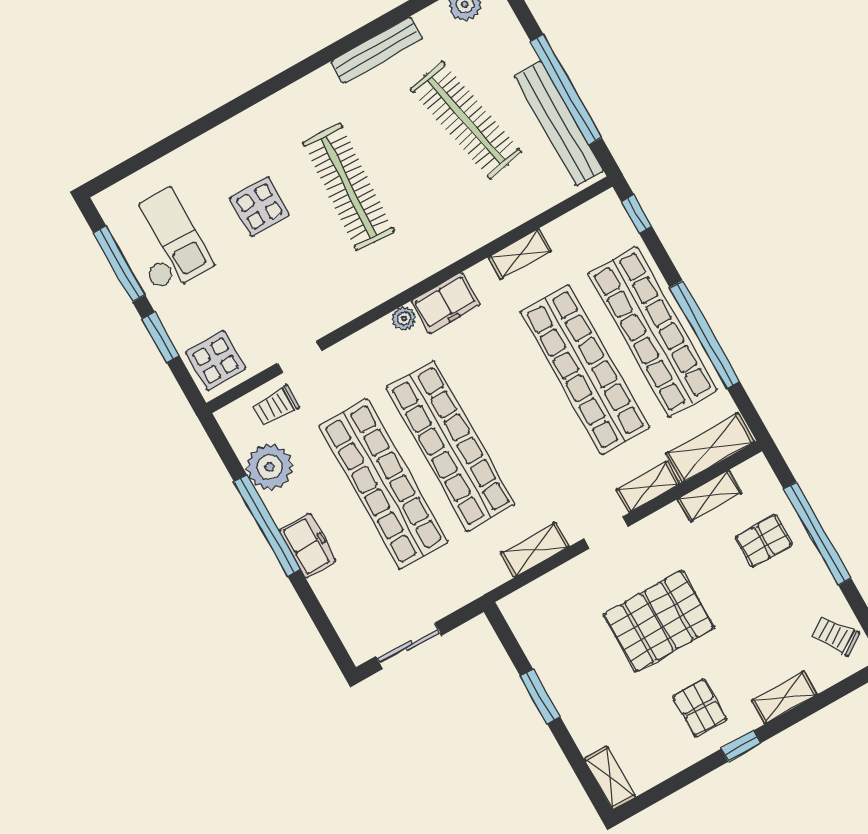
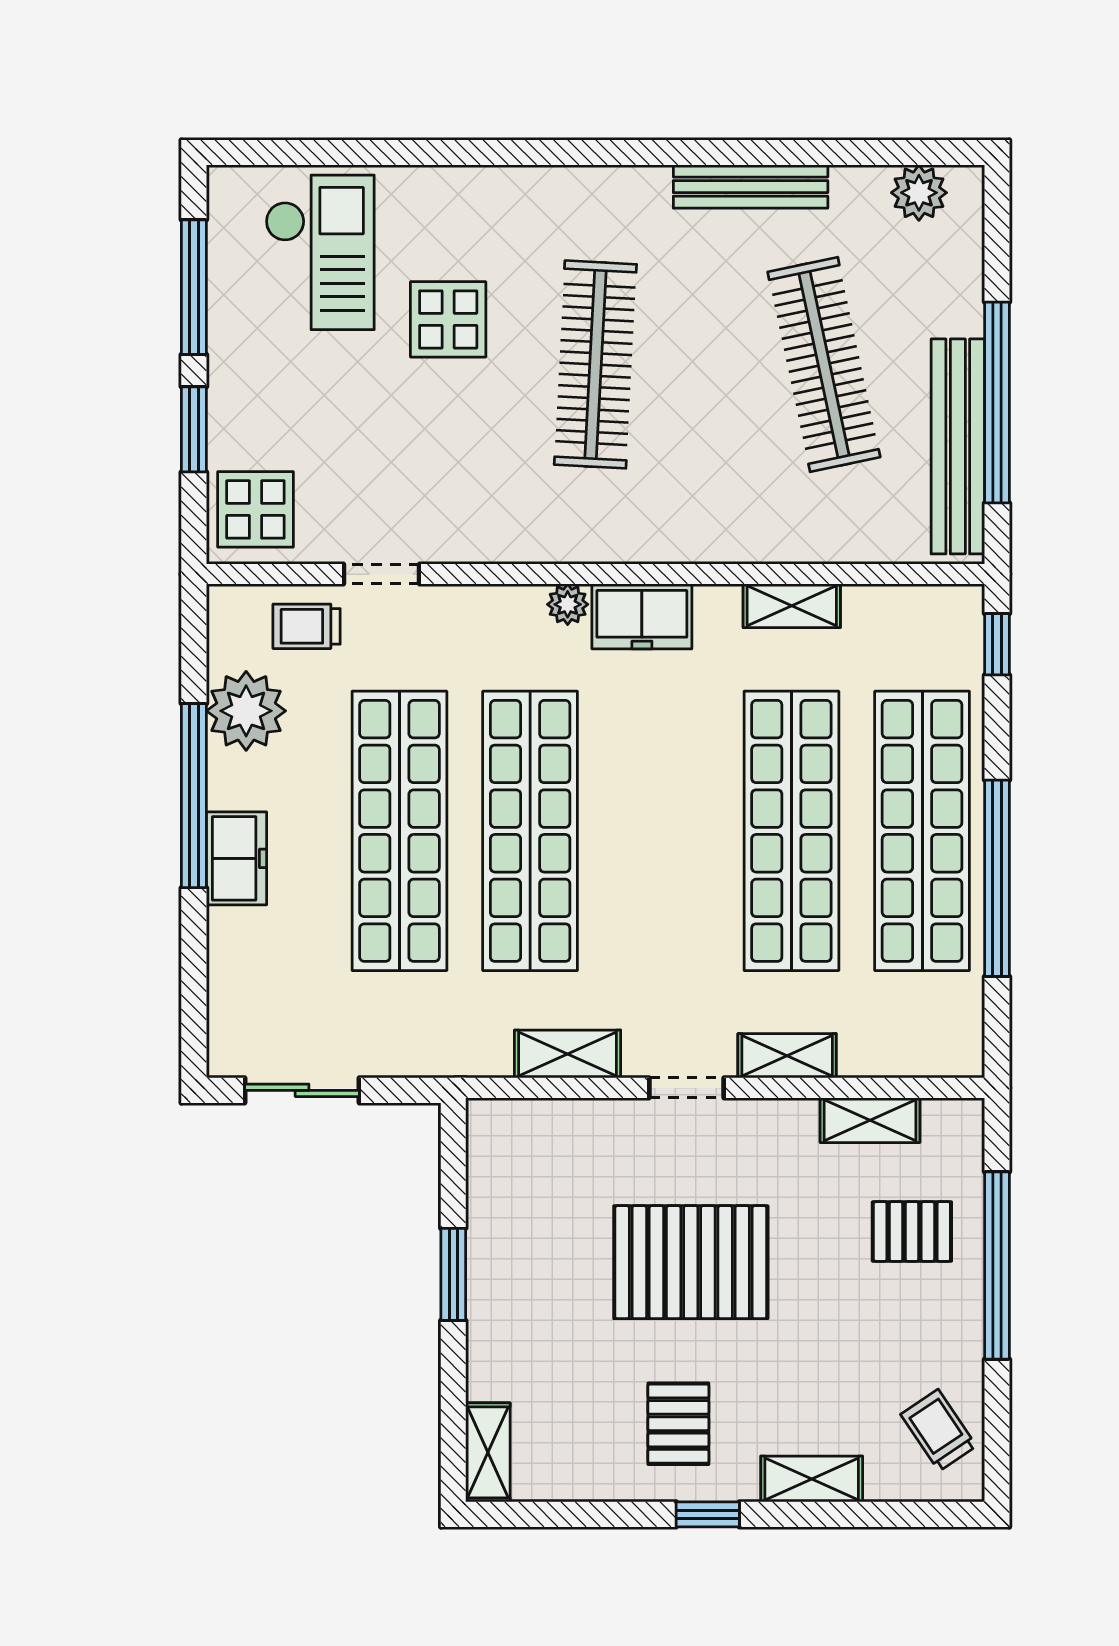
checkout: (165, 241) -> (320, 252), moved
shelving: (710, 448) -> (911, 1050), removed

